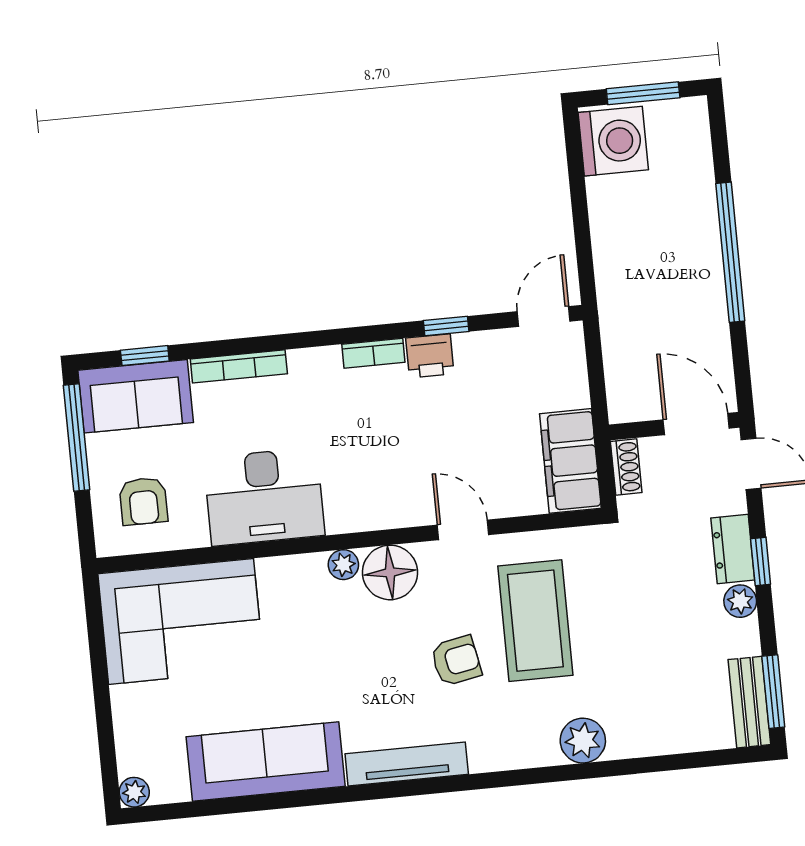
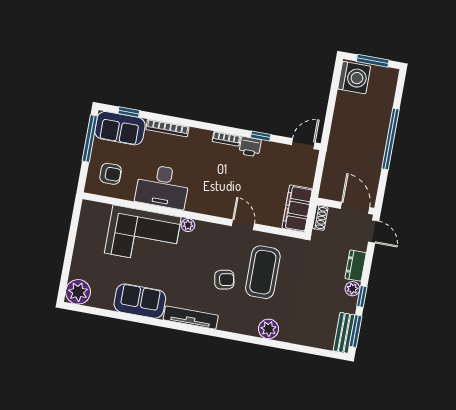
armchair: (143, 501) -> (111, 174), turned -90
window: (761, 561) -> (362, 296), moved
floor lamp: (390, 572) -> (207, 234), removed
corner sofa: (181, 621) -> (143, 235), moved
sofa: (266, 762) -> (140, 301), width x0.73
plant: (134, 792) -> (78, 292), width x1.88, depth x1.88

